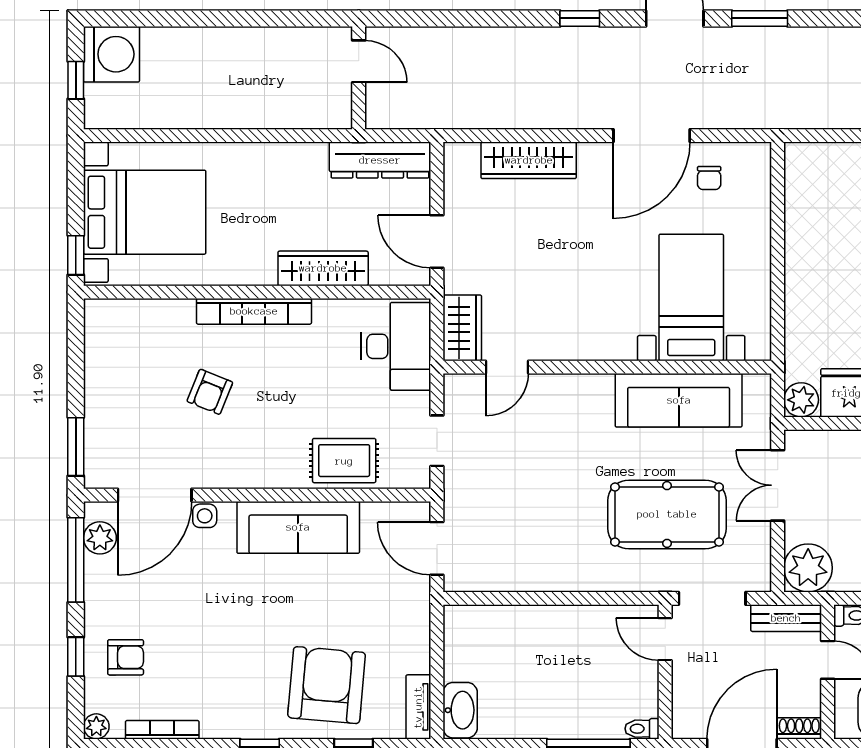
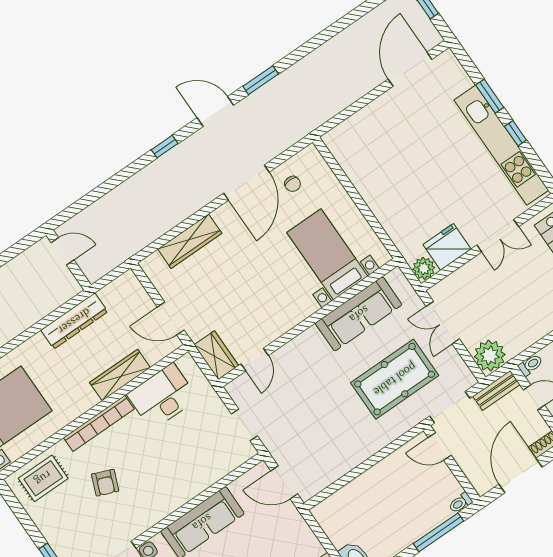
dresser: (380, 160) -> (74, 321), moved
desk: (396, 346) -> (162, 396), moved, turned -90
rug: (344, 461) -> (43, 478), moved

